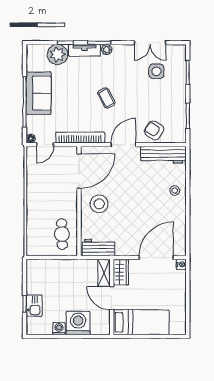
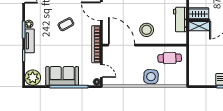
plant: (57, 54) -> (33, 78), moved
side table: (38, 210) -> (151, 77), added
workbench: (98, 248) -> (180, 20), moved

